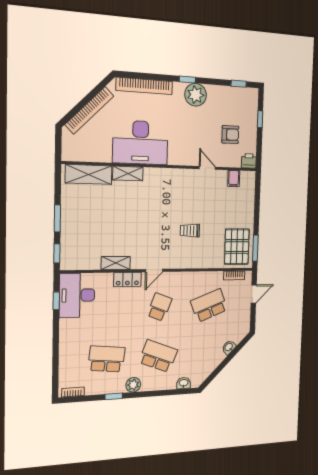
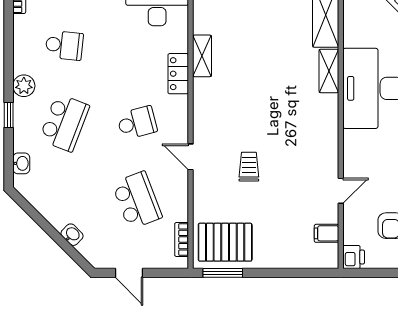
door: (154, 271) -> (191, 157), moved
door: (254, 294) -> (129, 273), moved
school desk: (159, 307) -> (137, 123), turned -36
school desk: (107, 359) -> (64, 45), width x0.54
window: (114, 396) -> (9, 115), moved

